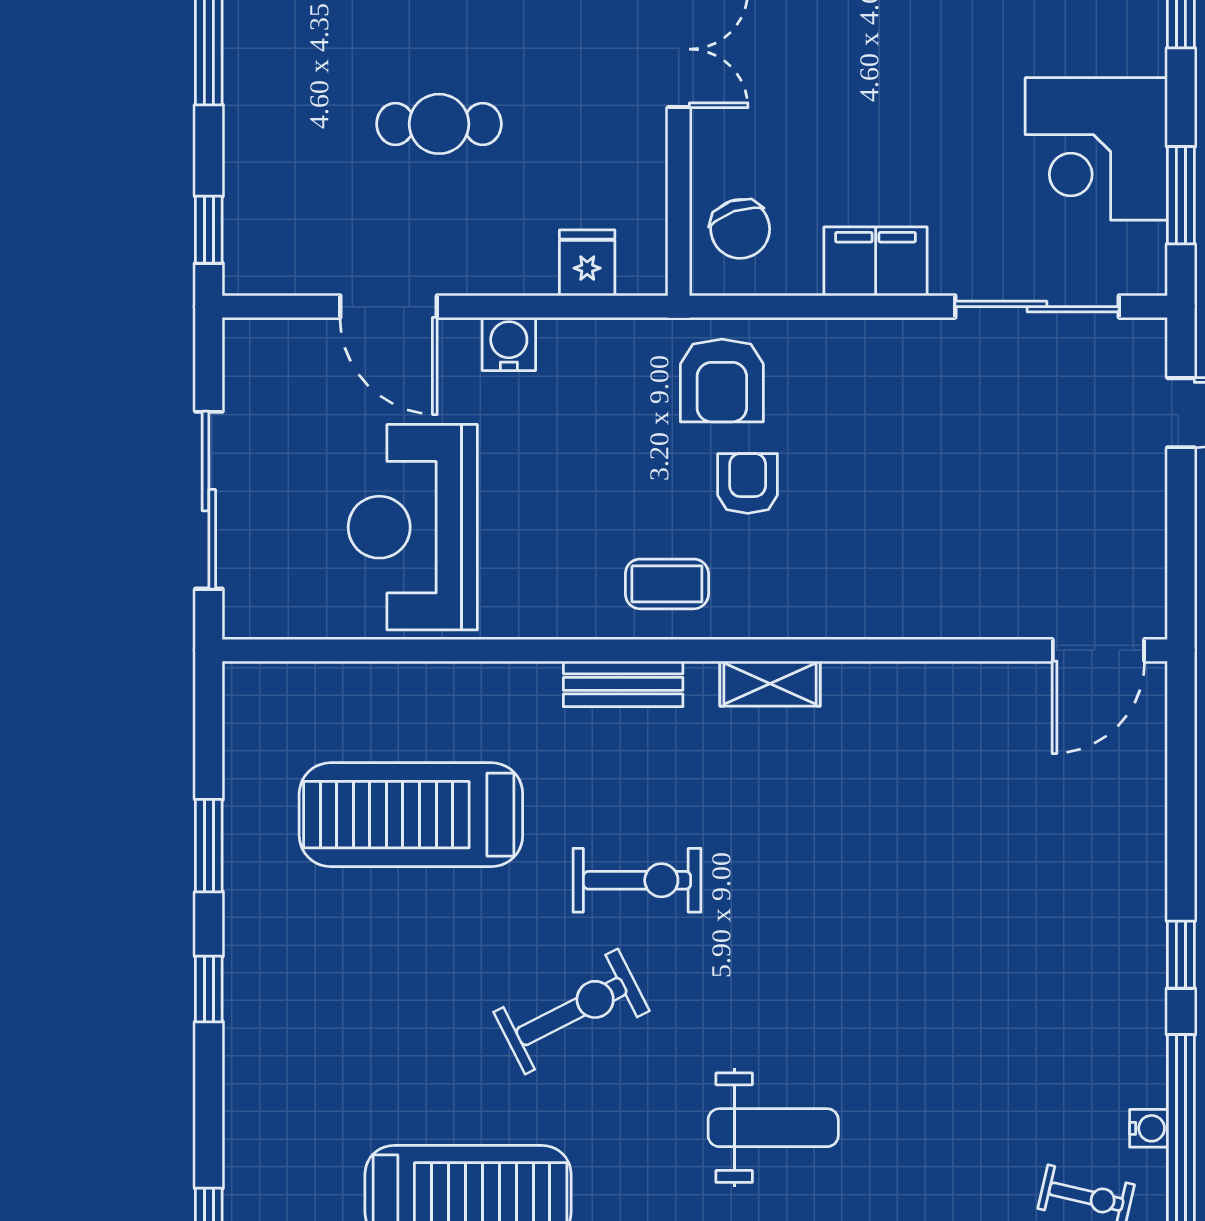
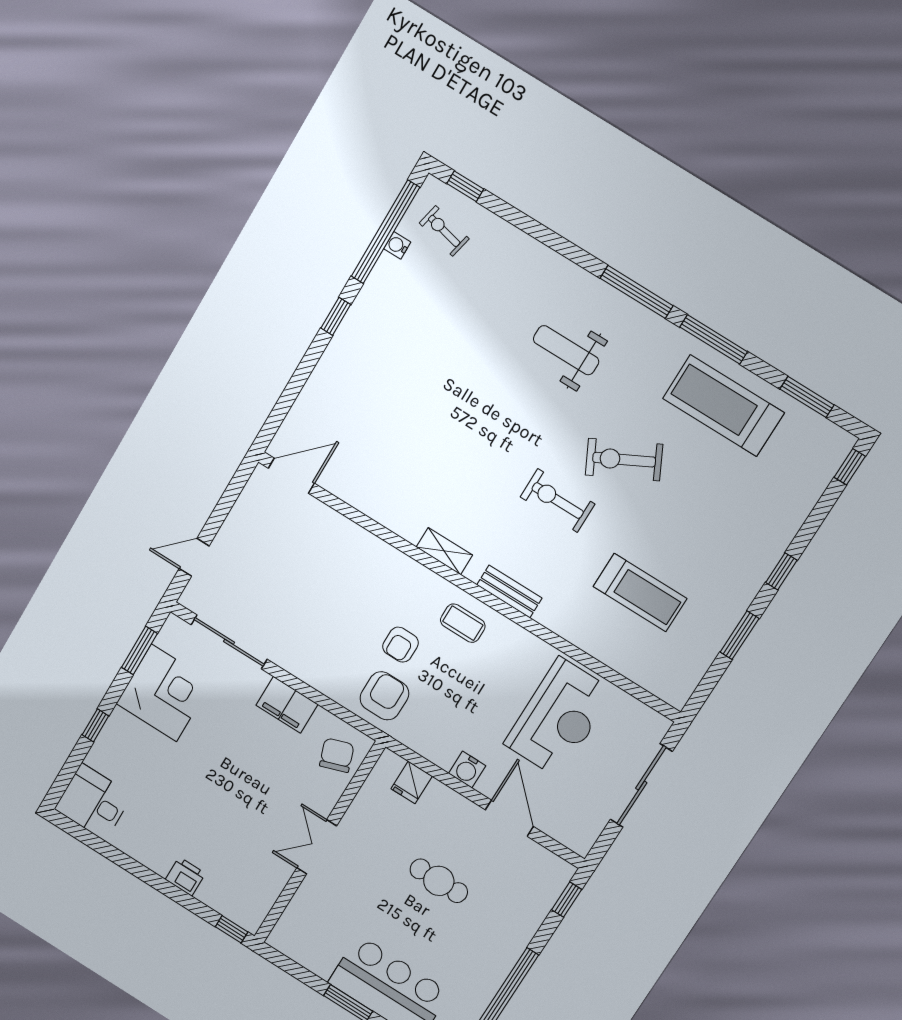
treadmill: (411, 815) -> (640, 593), width x0.73, depth x0.73

